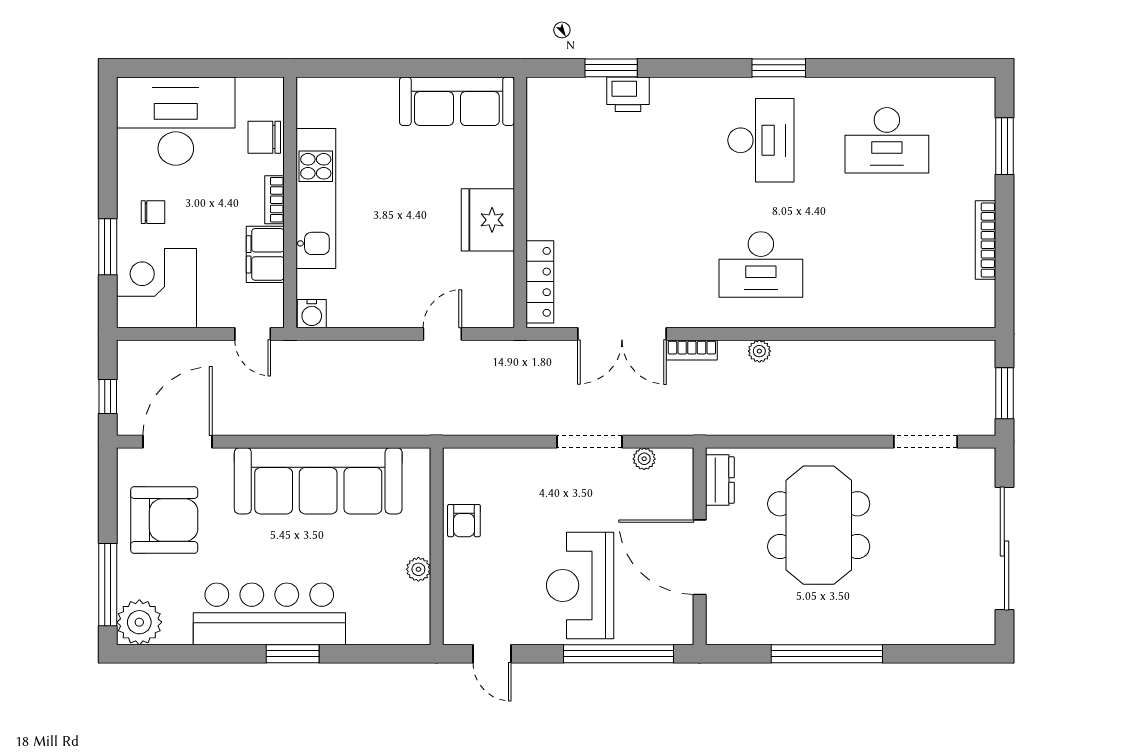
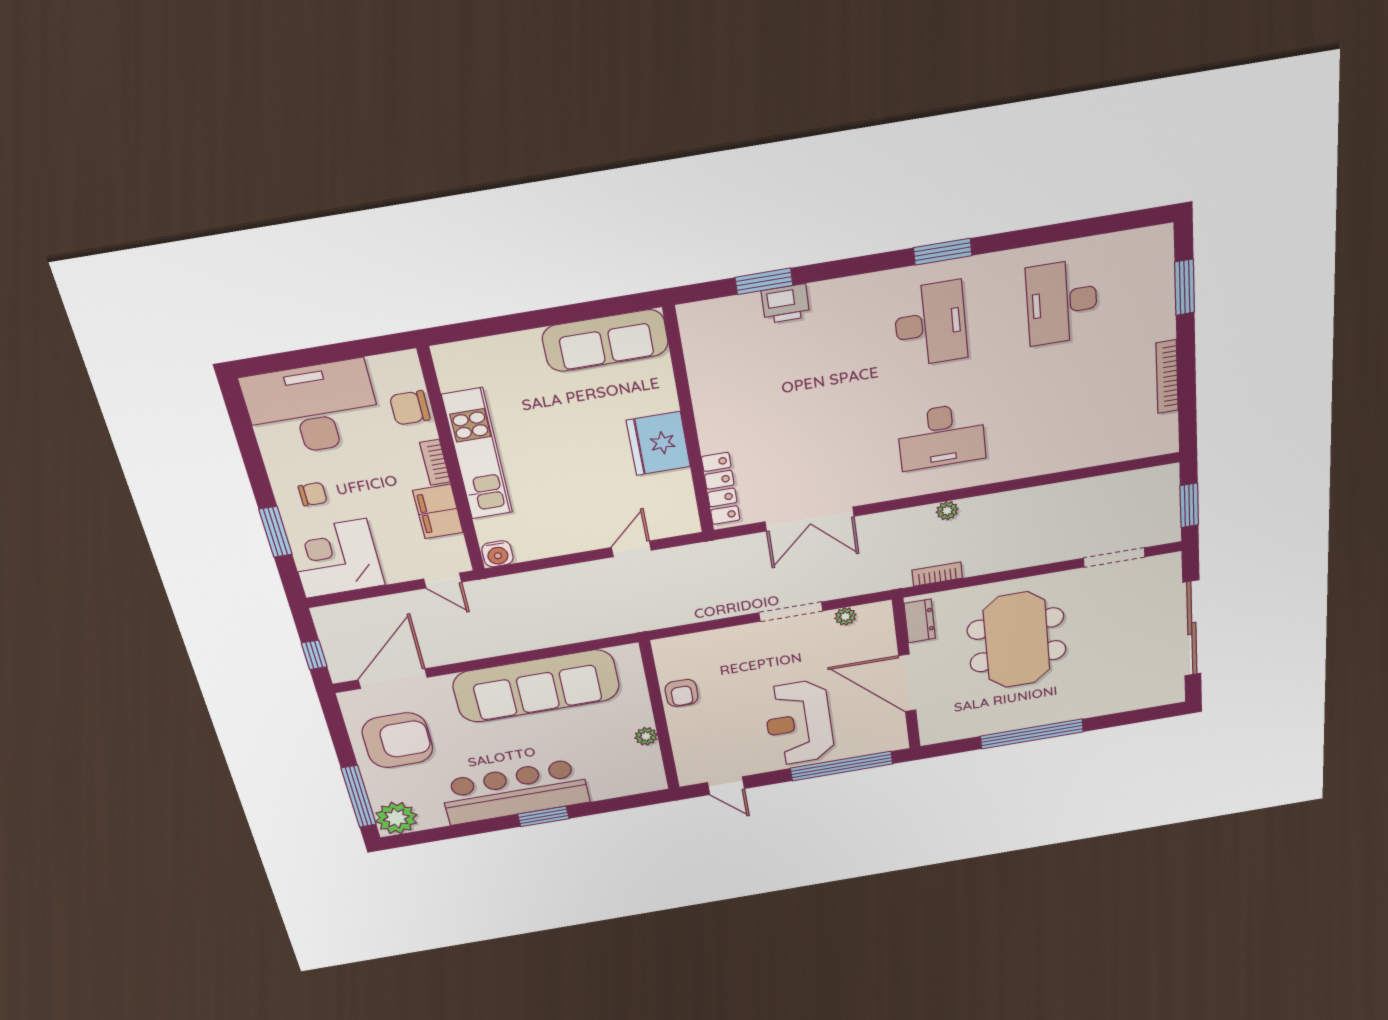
desk: (887, 140) -> (1062, 302), turned 90
bookcase: (692, 350) -> (937, 574), moved, turned 180

